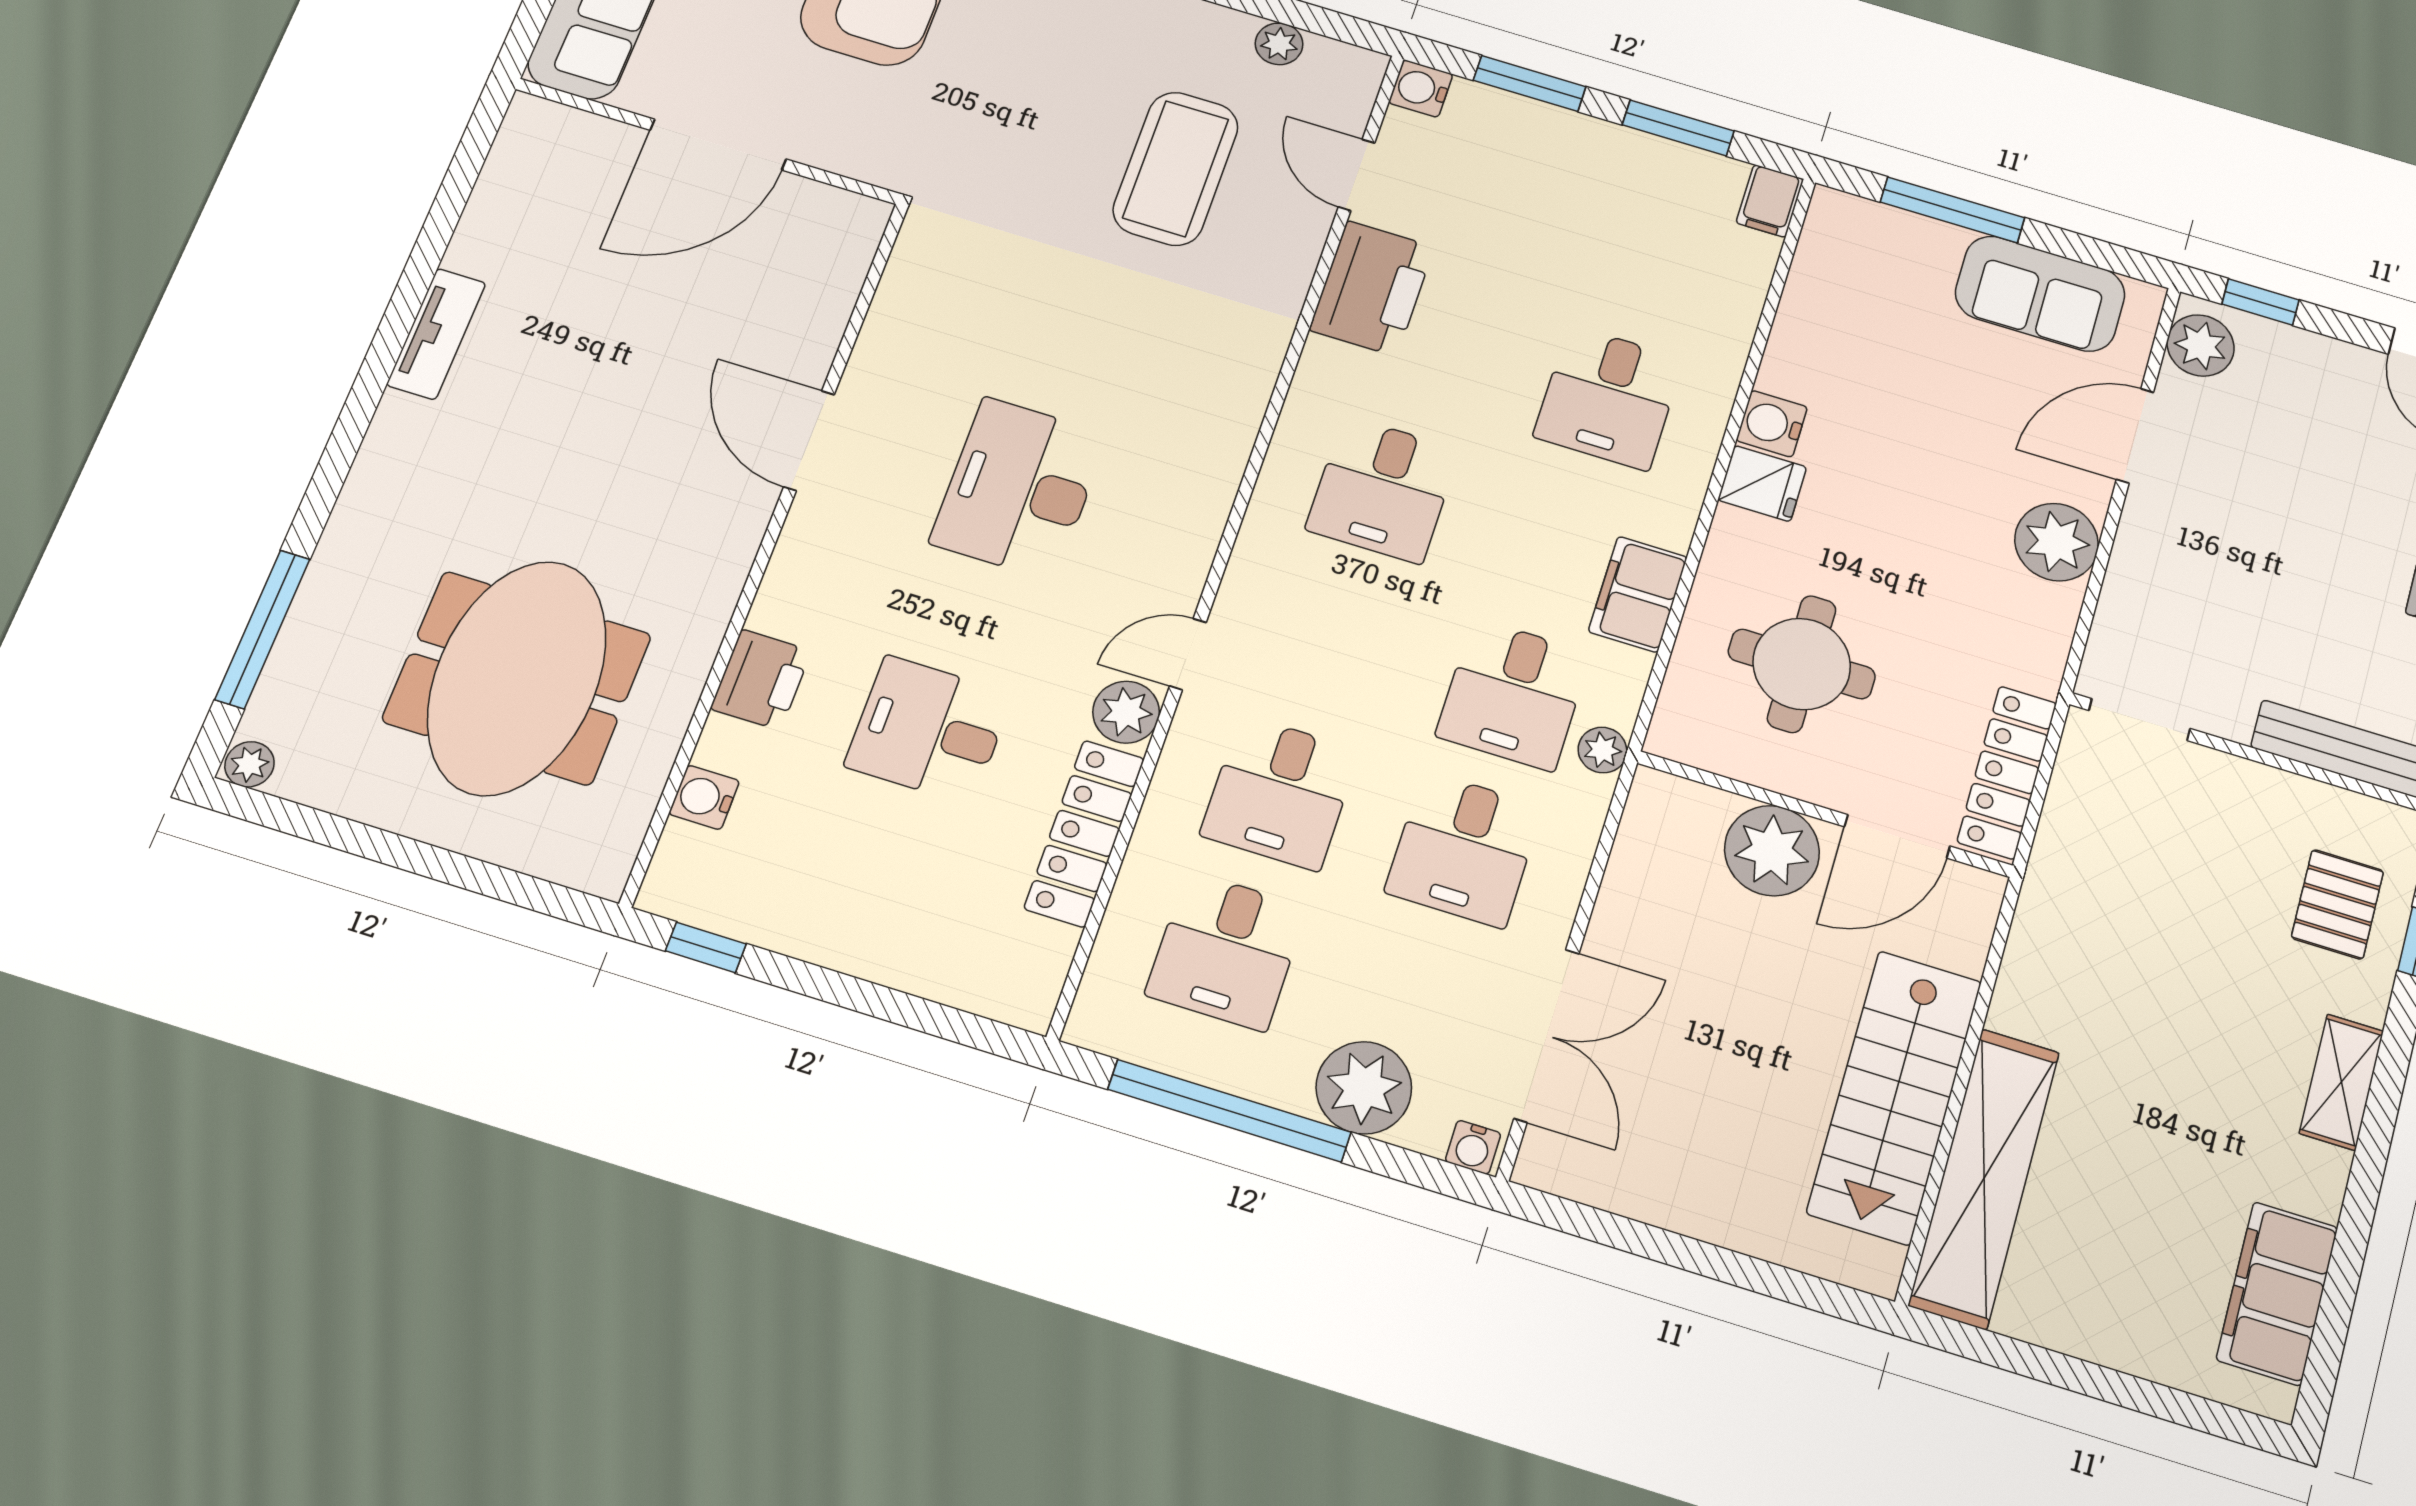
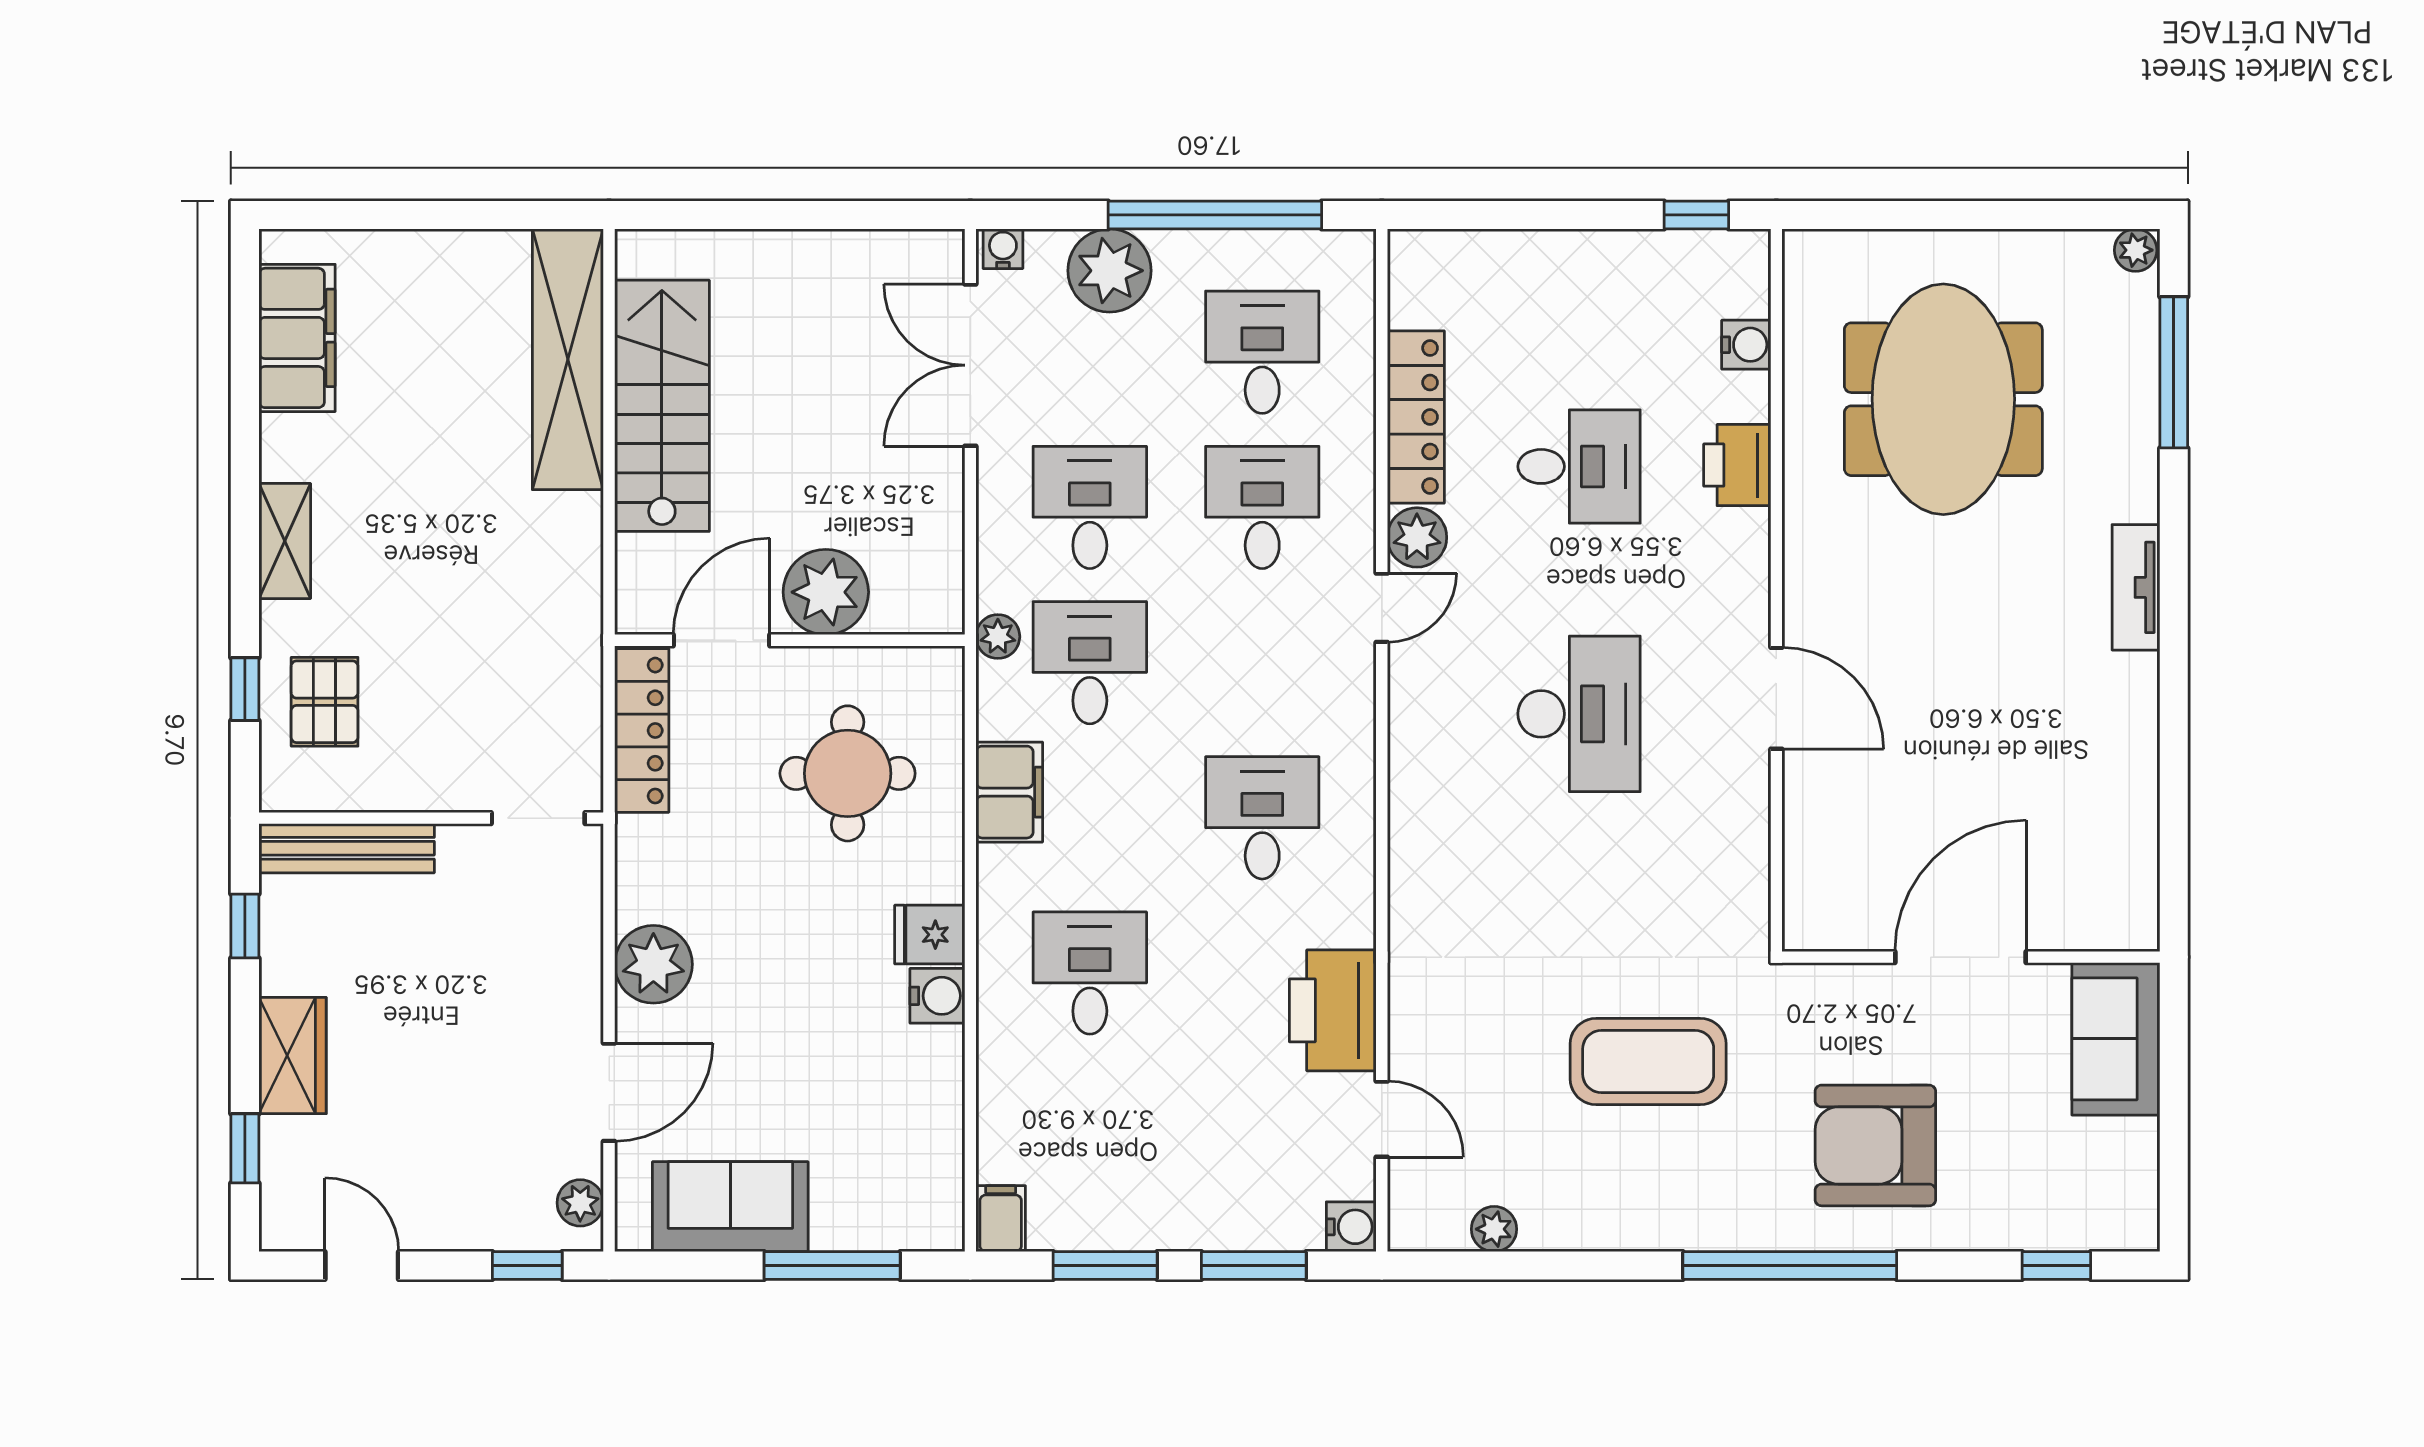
coffee table: (1176, 169) -> (1648, 1061), moved, turned 90
tv unit: (436, 334) -> (2136, 587), moved
plant: (2201, 345) -> (580, 1203), width x0.73, depth x0.73

